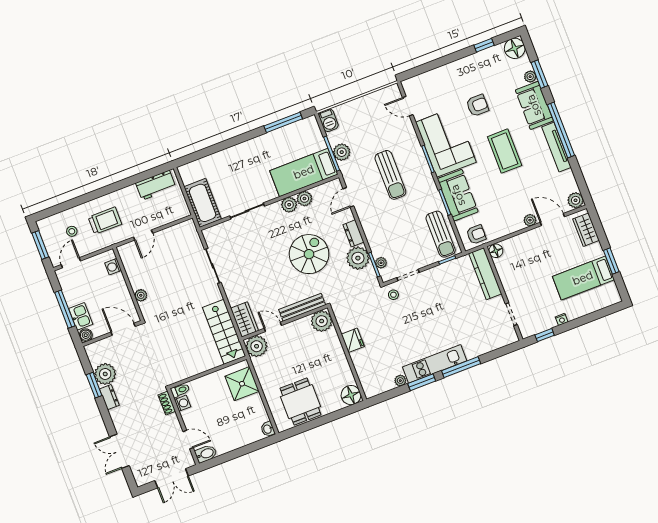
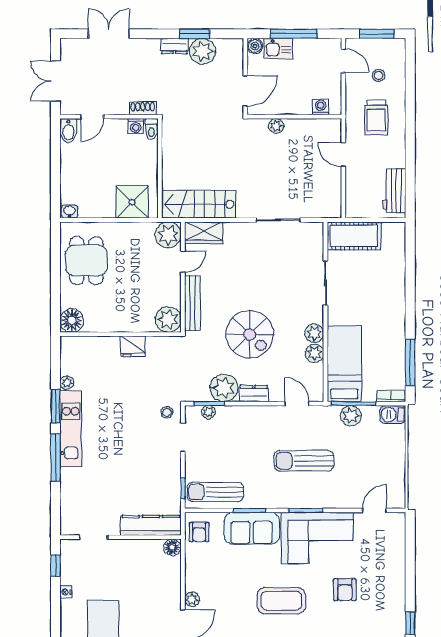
bookcase: (315, 127) -> (391, 396), added
dining table: (301, 402) -> (86, 261), turned 90

